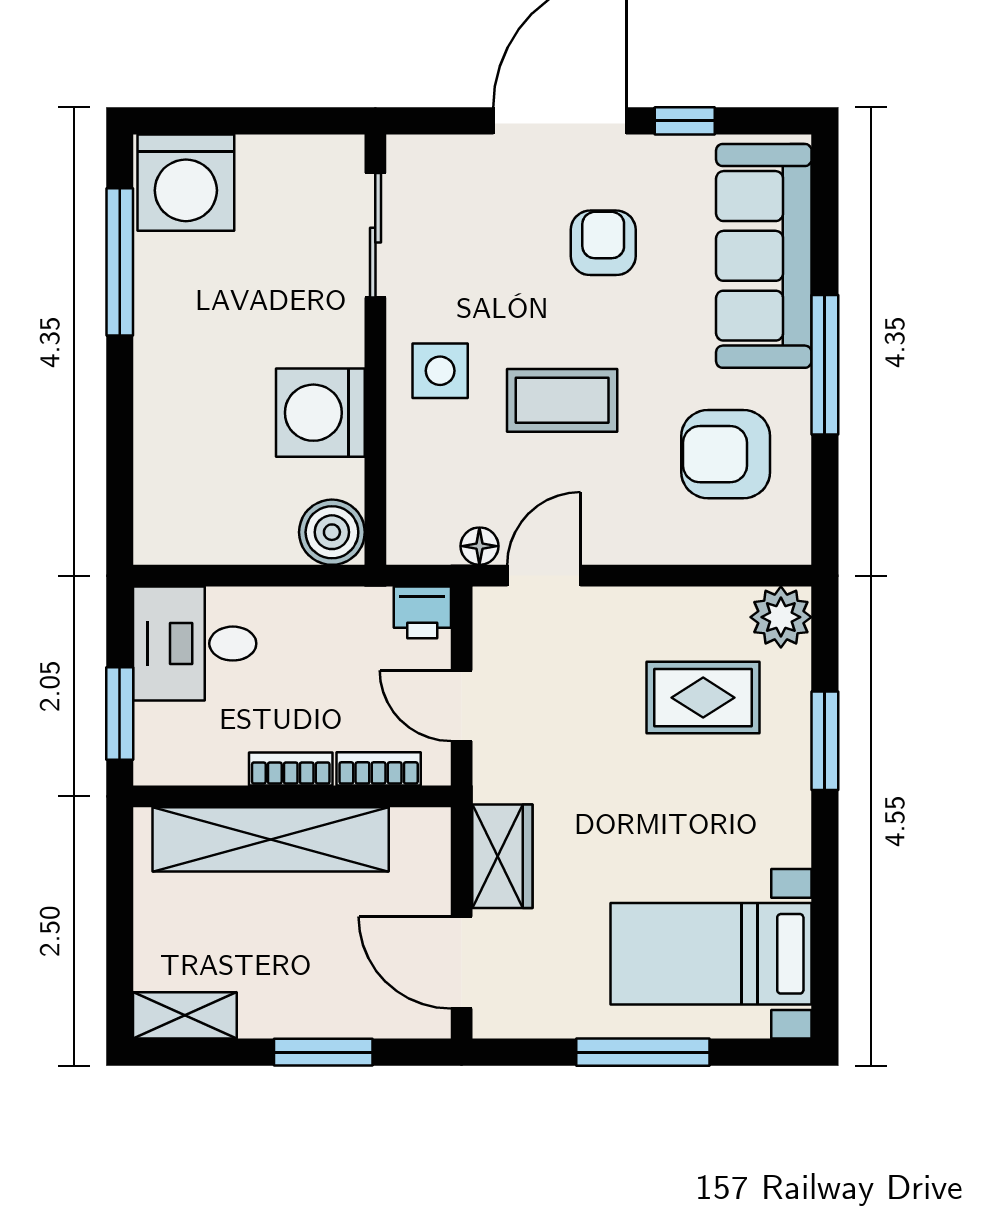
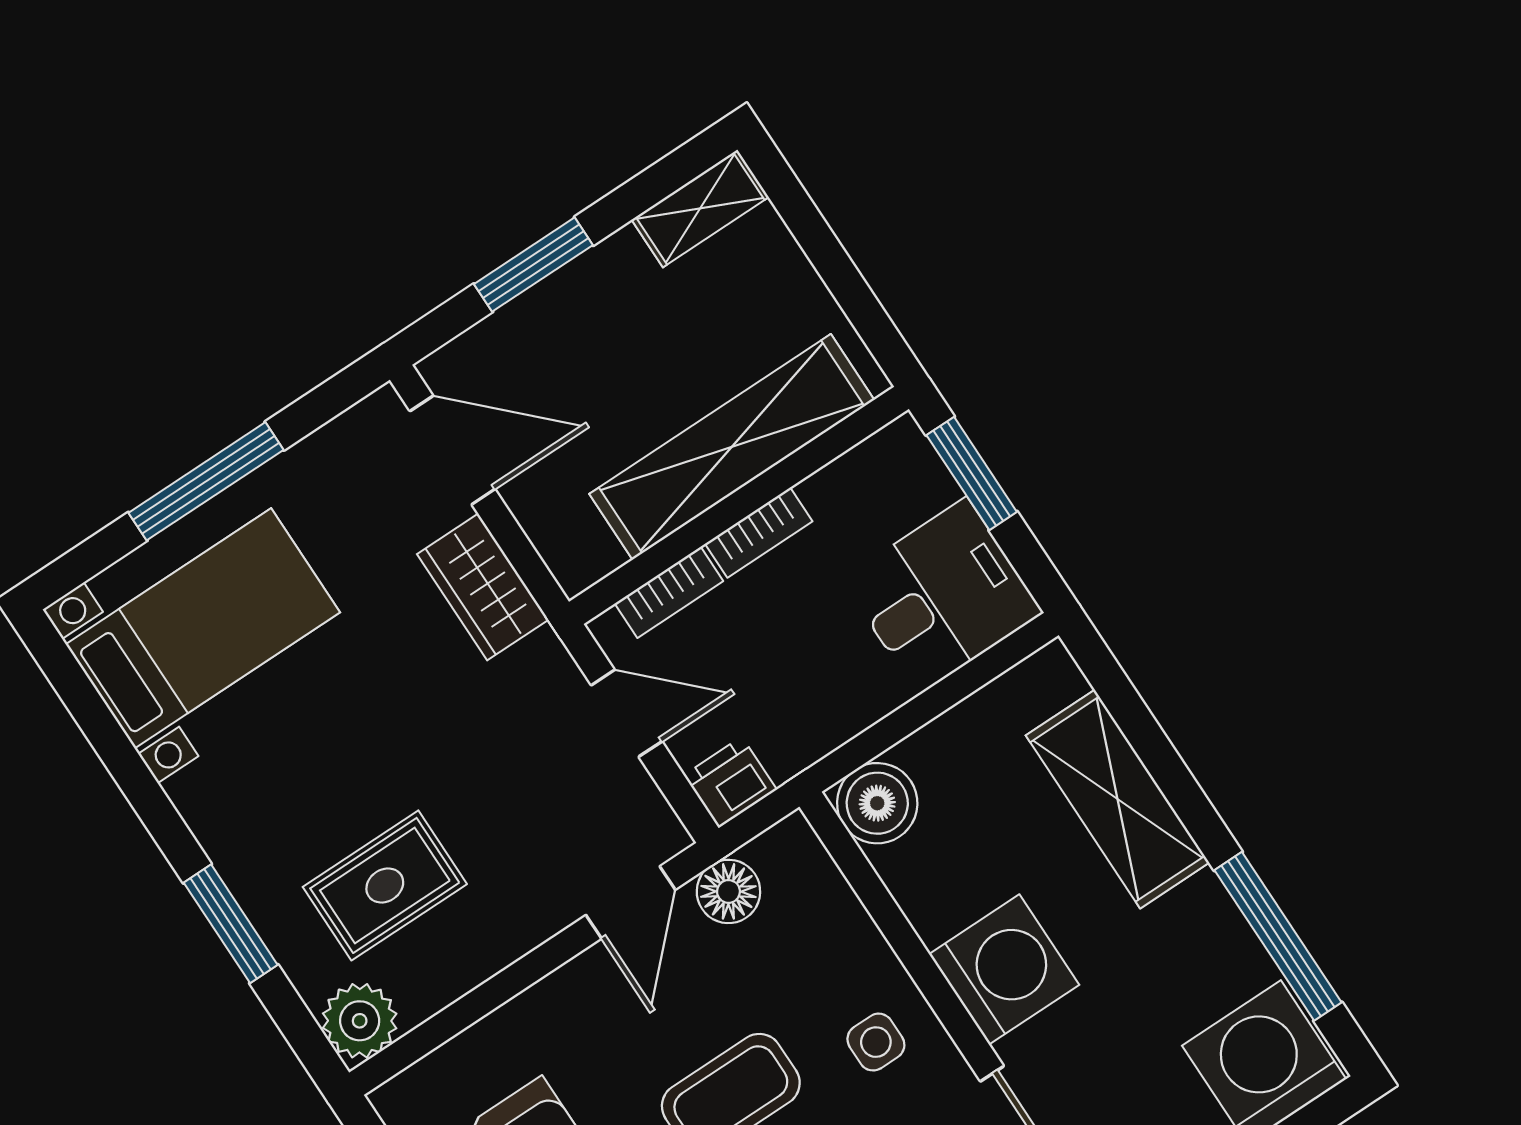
side table: (440, 371) -> (876, 1042), width x0.73, depth x0.73
washing machine: (320, 413) -> (1004, 969), moved
shelving: (167, 427) -> (1118, 799), added
floor lamp: (479, 546) -> (728, 891), width x1.37, depth x1.37

